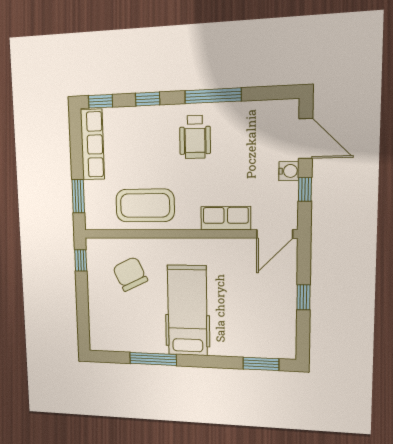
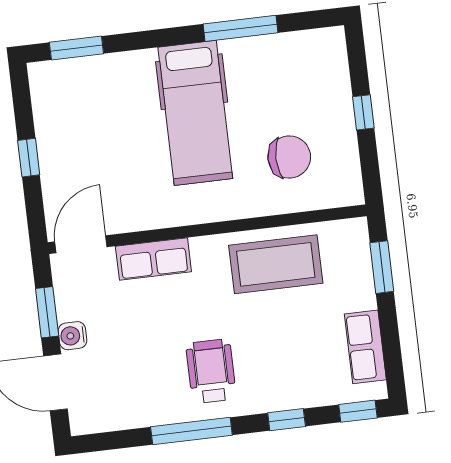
row of seats: (92, 145) -> (365, 347), width x0.68
window: (305, 189) -> (47, 312), width x1.50
window: (81, 260) -> (363, 112), moved
chair: (130, 274) -> (289, 157), turned -64

